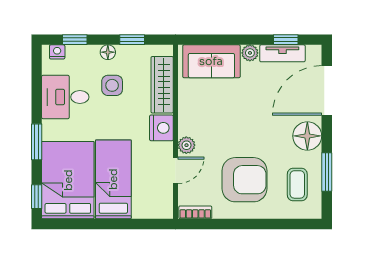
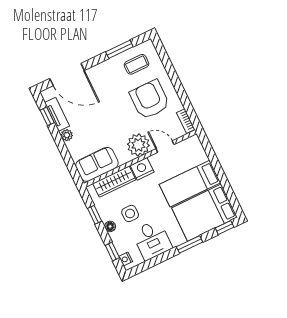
sofa: (211, 61) -> (97, 164), moved, turned -90
floor lamp: (307, 136) -> (102, 73), removed
plant: (186, 145) -> (138, 145), width x1.88, depth x1.88

